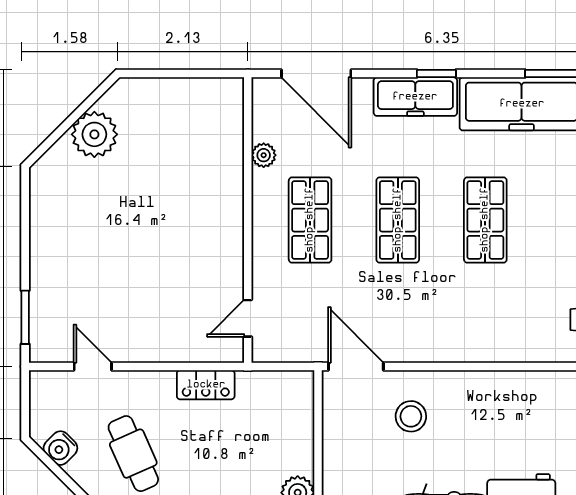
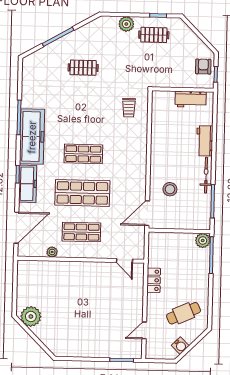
plant: (94, 134) -> (31, 316), moved
shop shelf: (398, 220) -> (82, 193), width x1.43, depth x1.36

